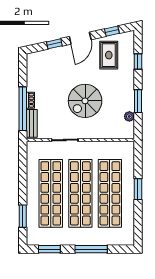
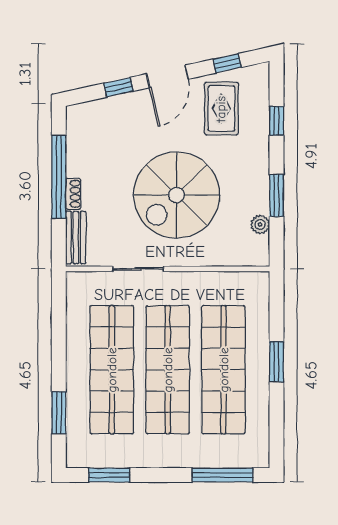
spiral stairs: (85, 101) -> (176, 195), width x1.37, depth x1.37
window: (23, 109) -> (59, 177), moved
window: (91, 249) -> (222, 475), moved

